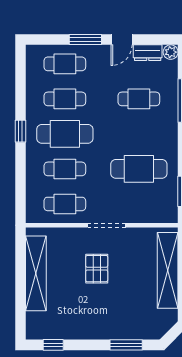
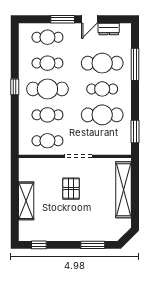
plant: (171, 52) -> (126, 29), removed
cafe table: (139, 99) -> (102, 63), width x1.37, depth x1.35
cafe table: (139, 134) -> (102, 89), added
shelving: (36, 273) -> (26, 201), width x0.68

